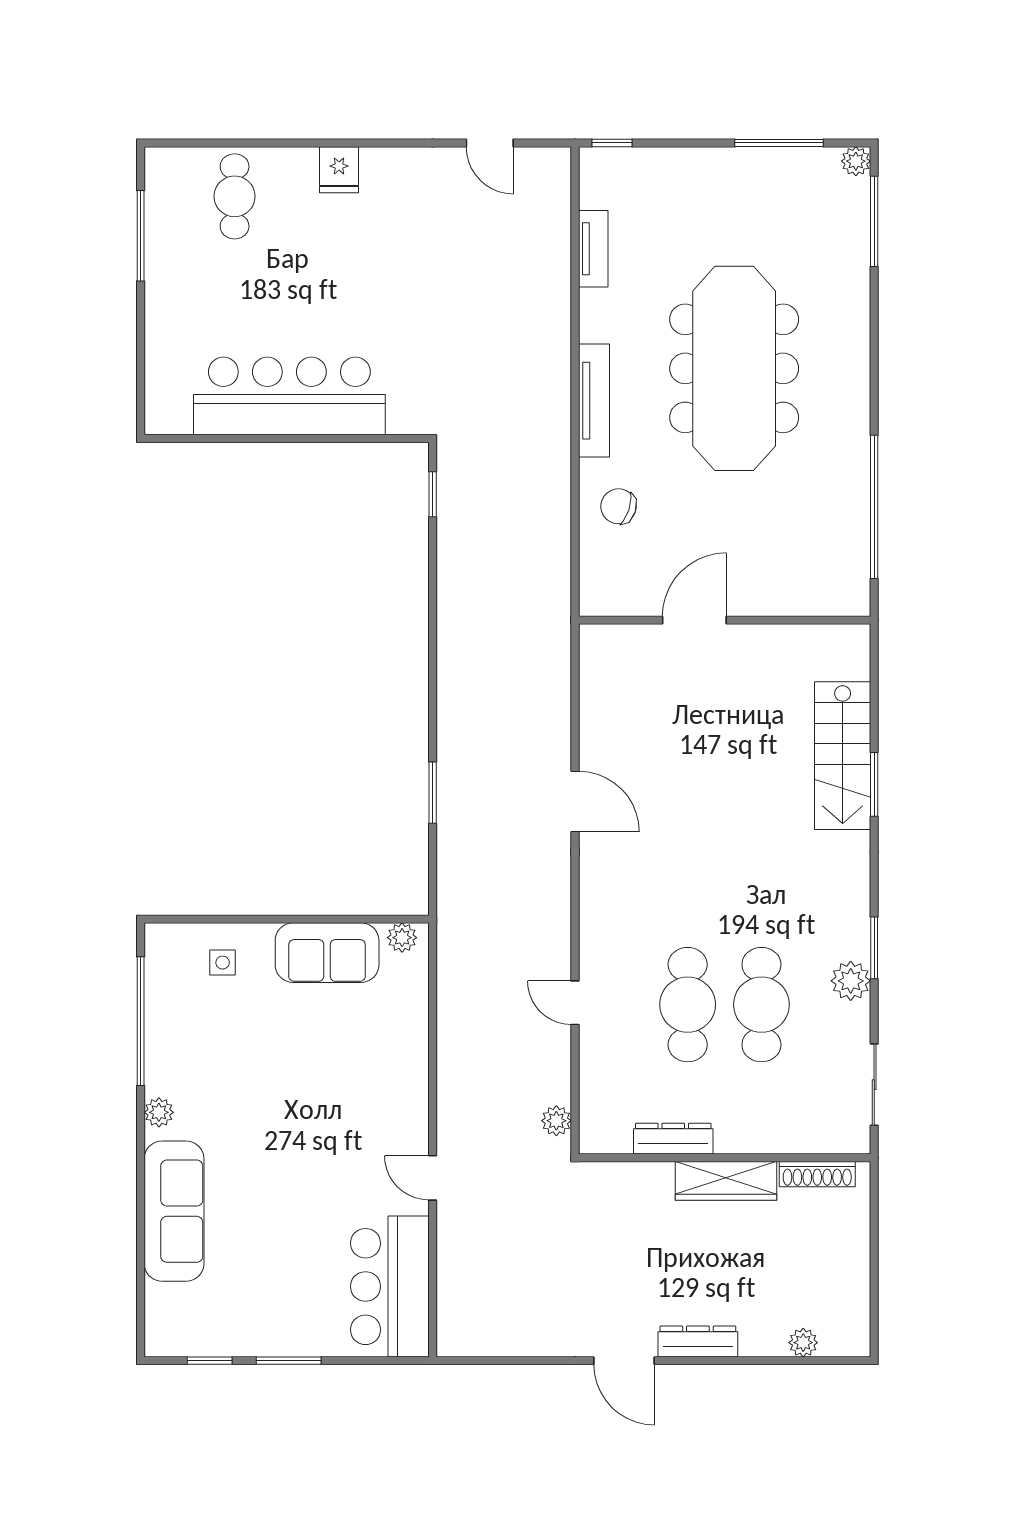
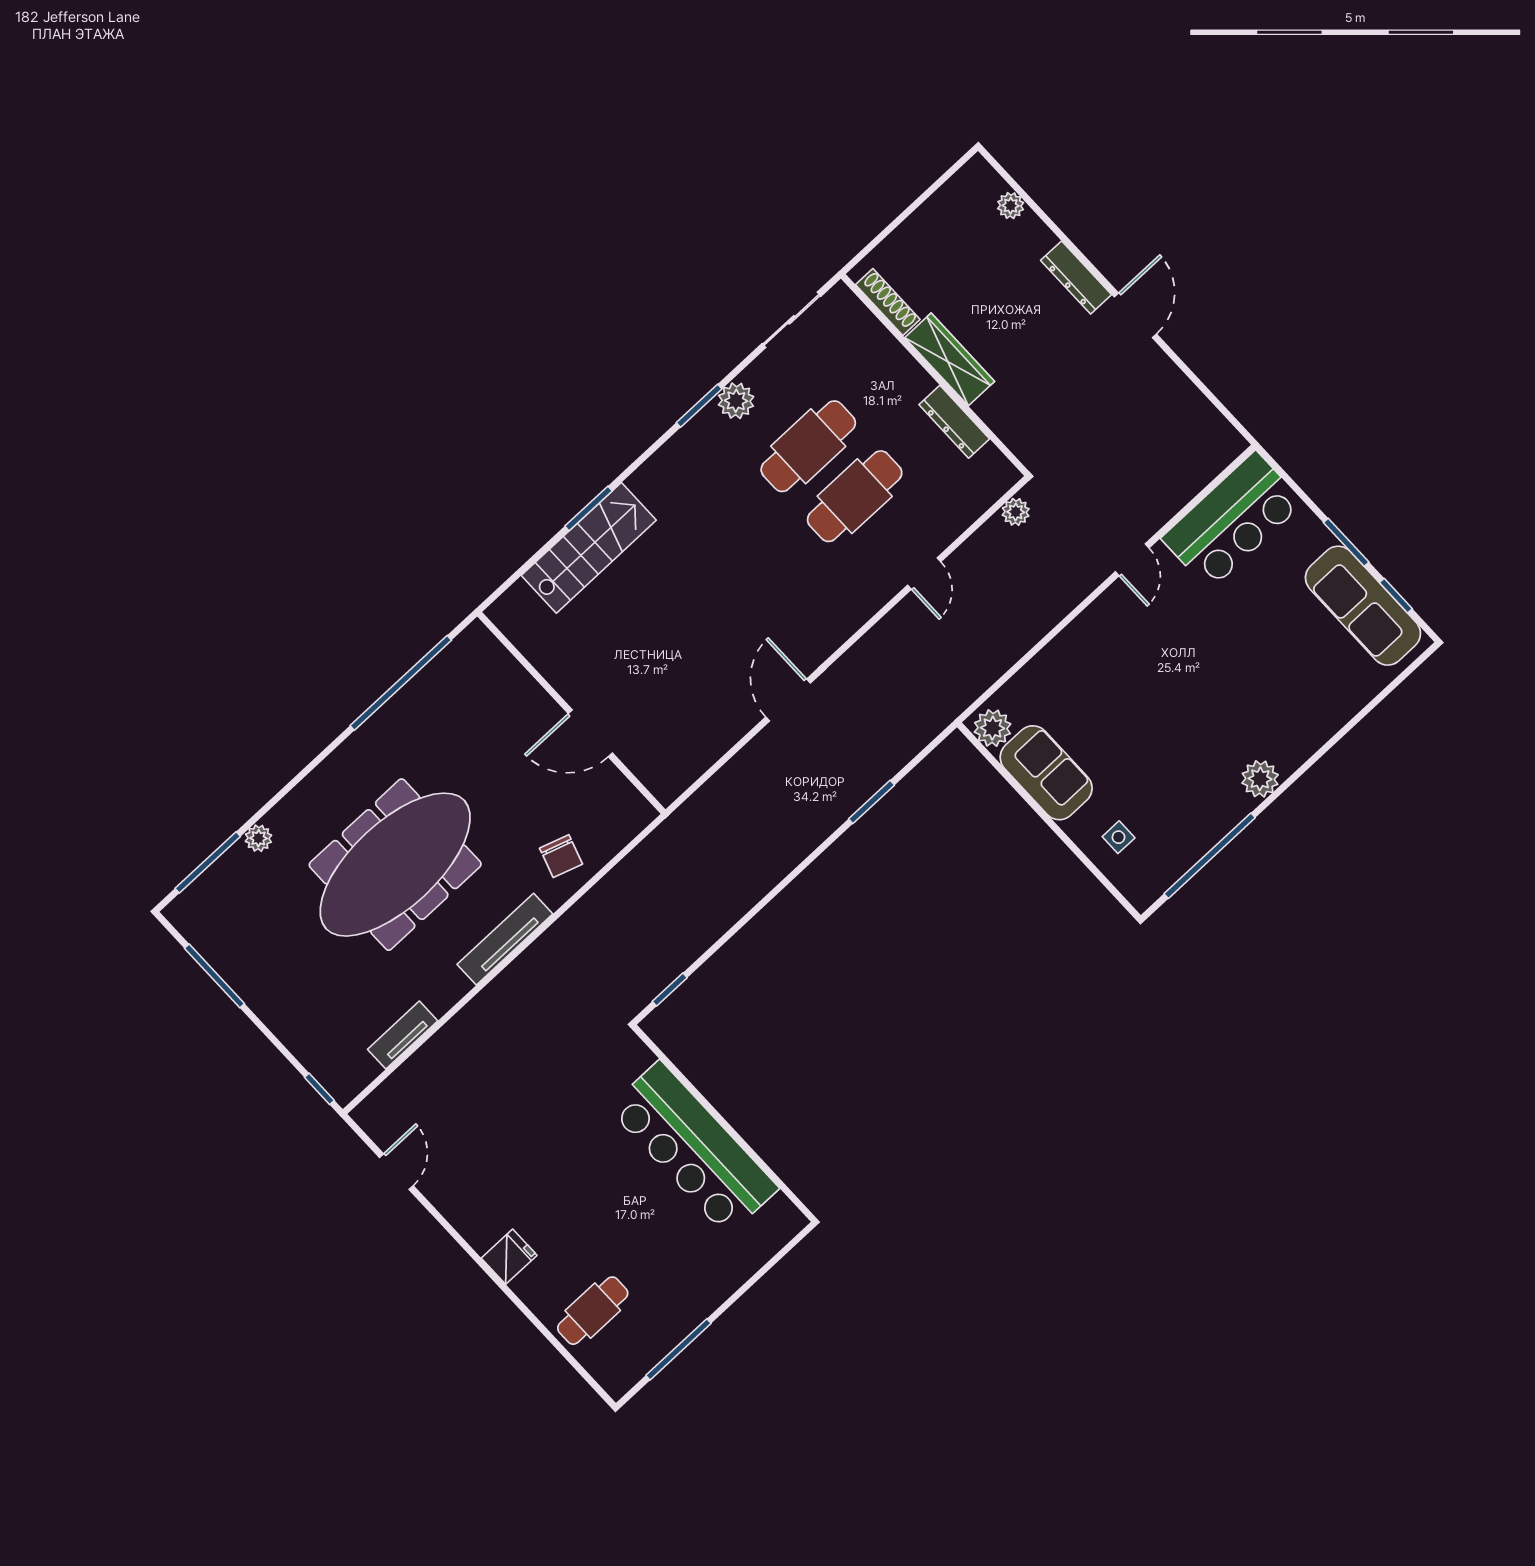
plant: (856, 161) -> (258, 838), moved
plant: (402, 938) -> (993, 728), width x1.38, depth x1.38
plant: (159, 1112) -> (1260, 779), width x1.38, depth x1.38
sofa: (174, 1211) -> (1363, 606), moved, turned -90

